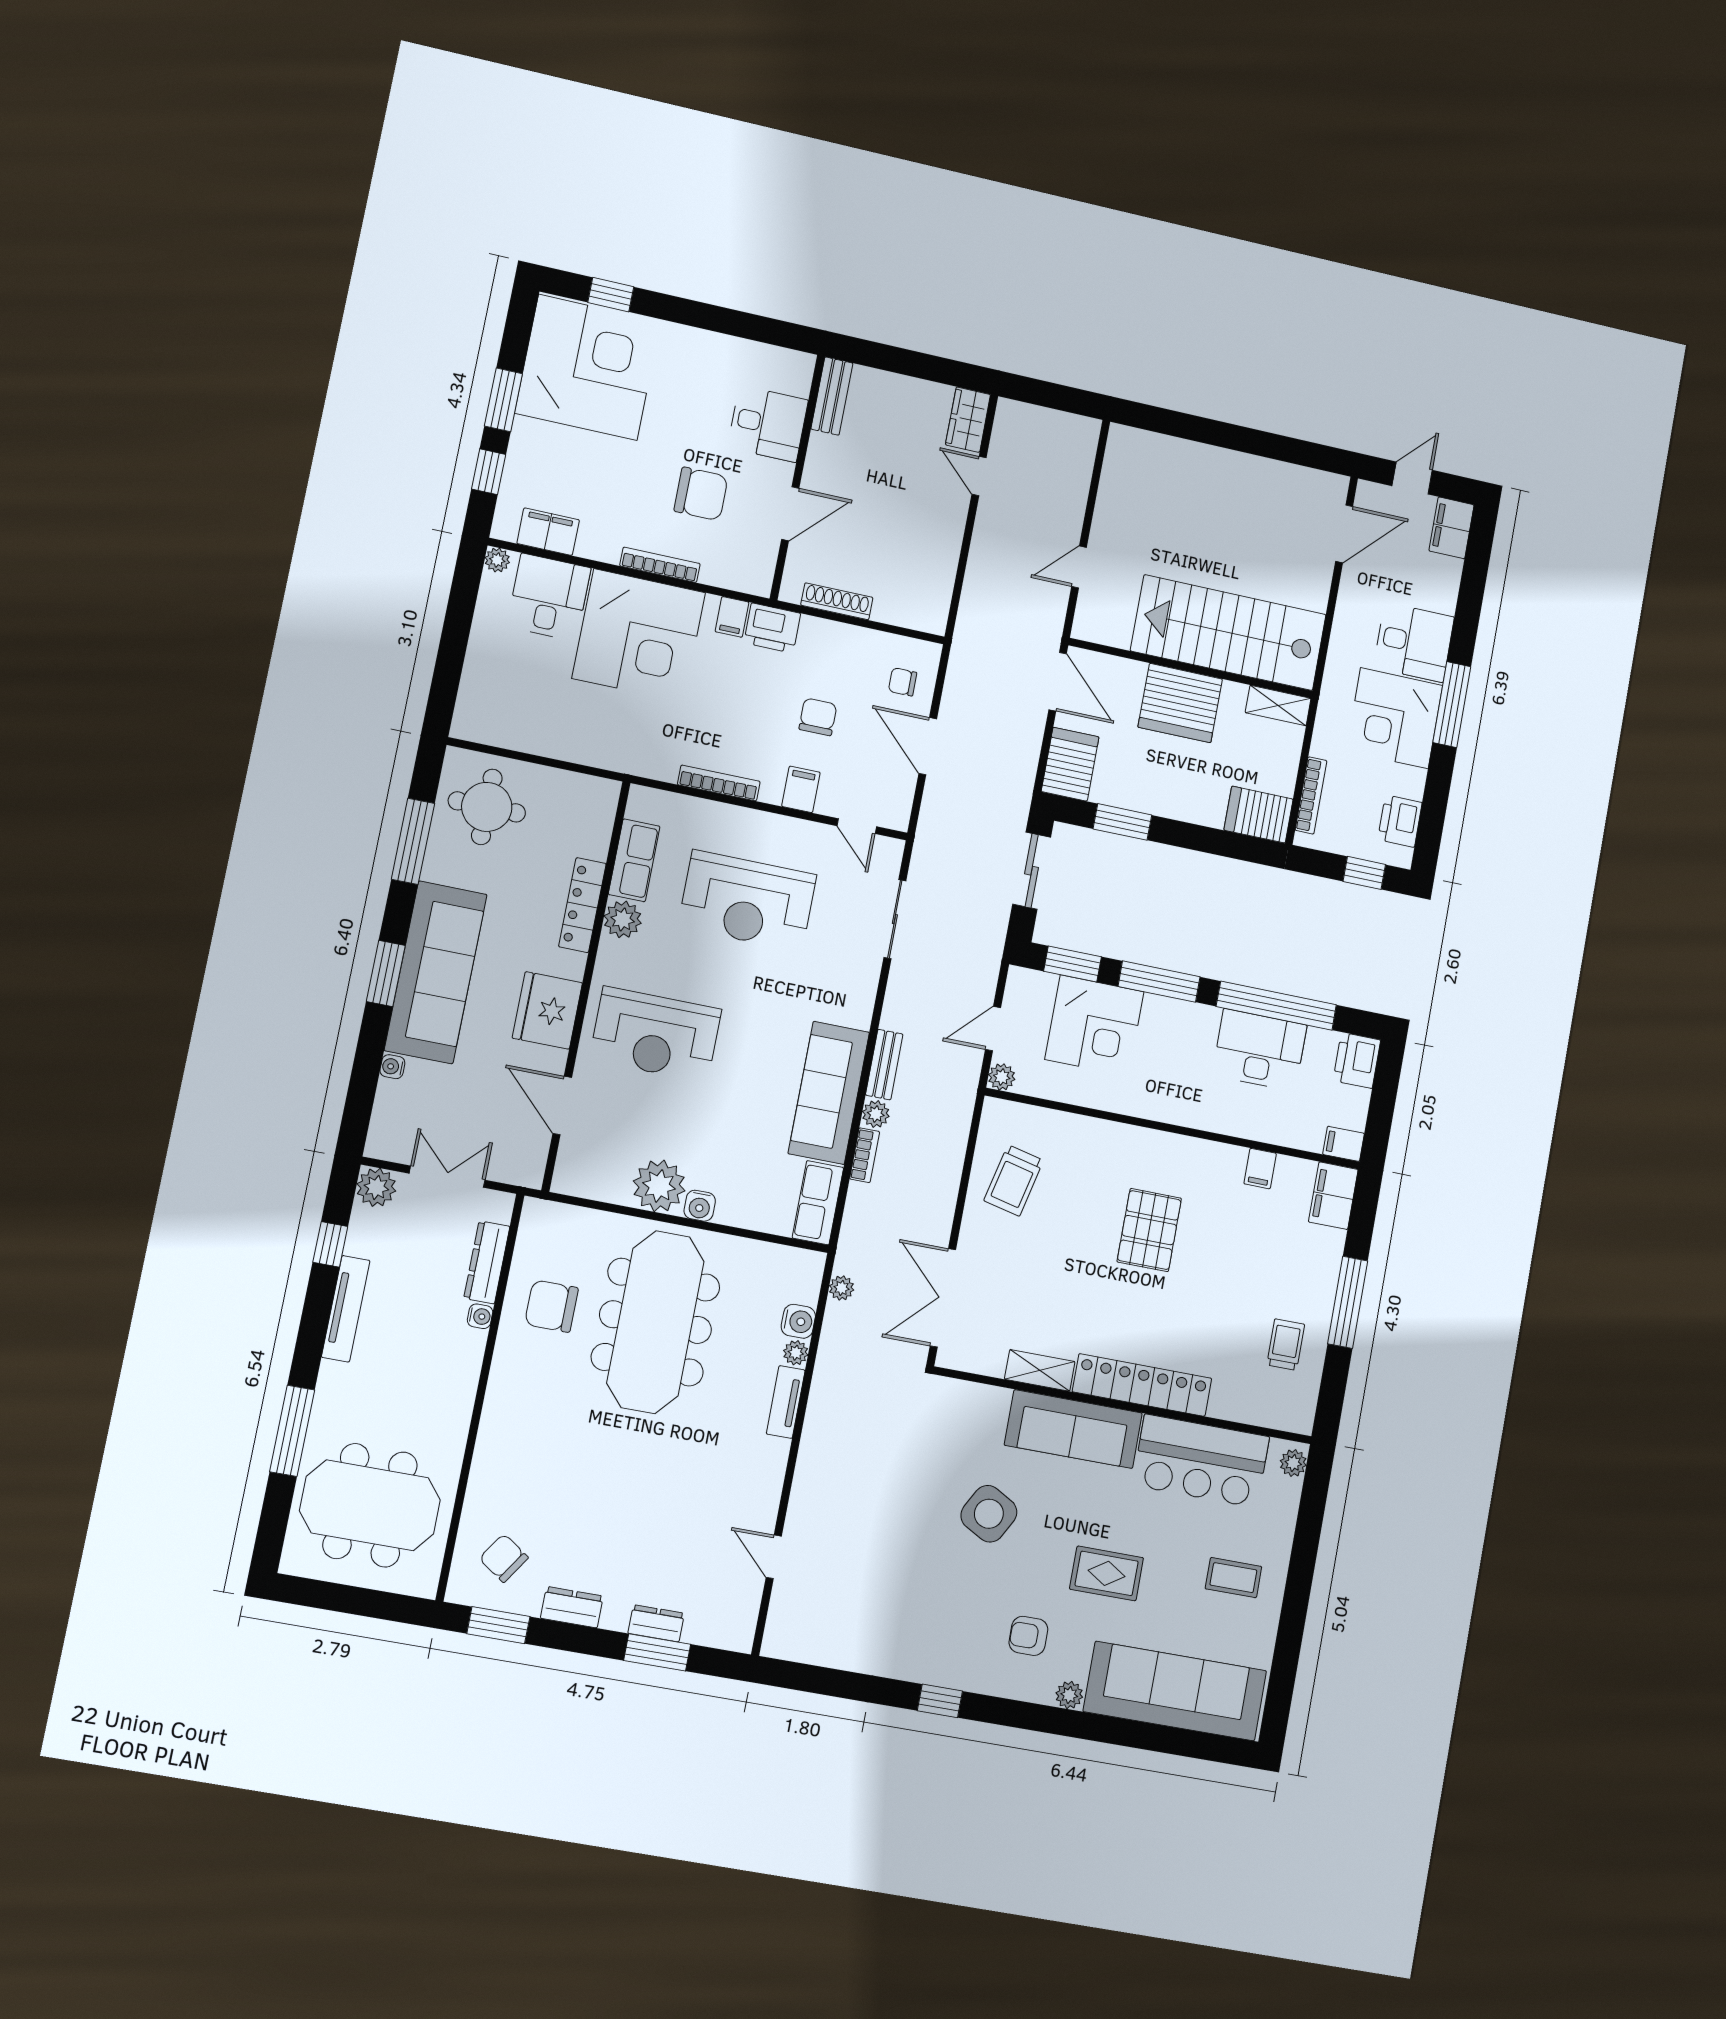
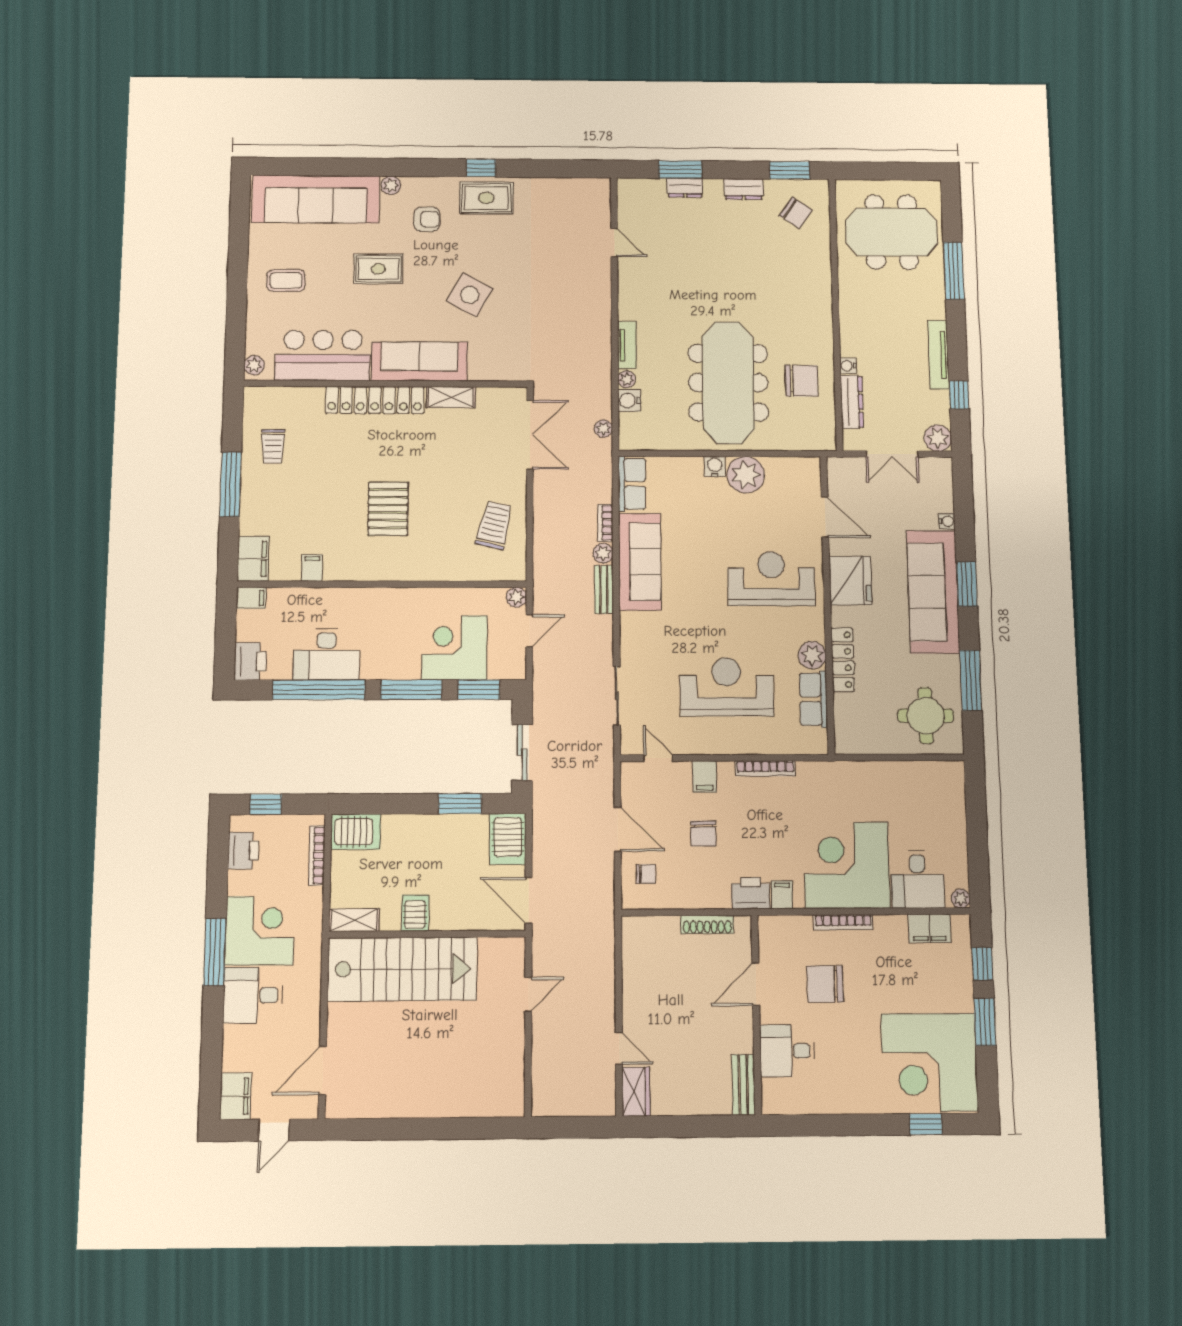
server rack: (1180, 703) -> (415, 913), width x0.46, depth x0.70
rug: (940, 1654) -> (486, 198), added

